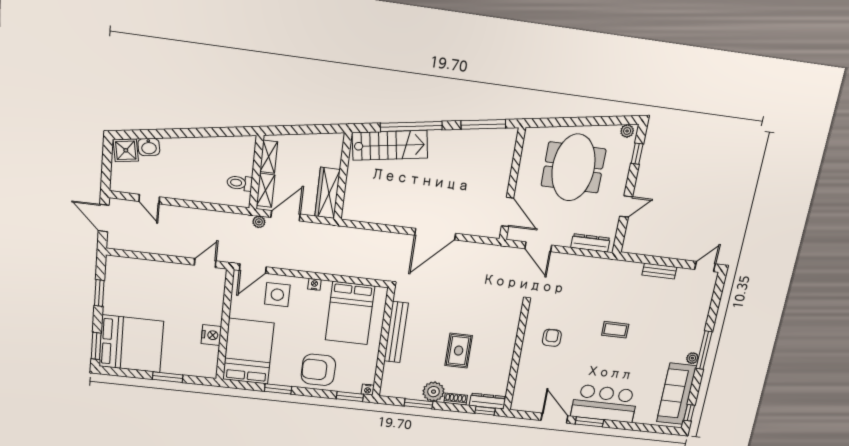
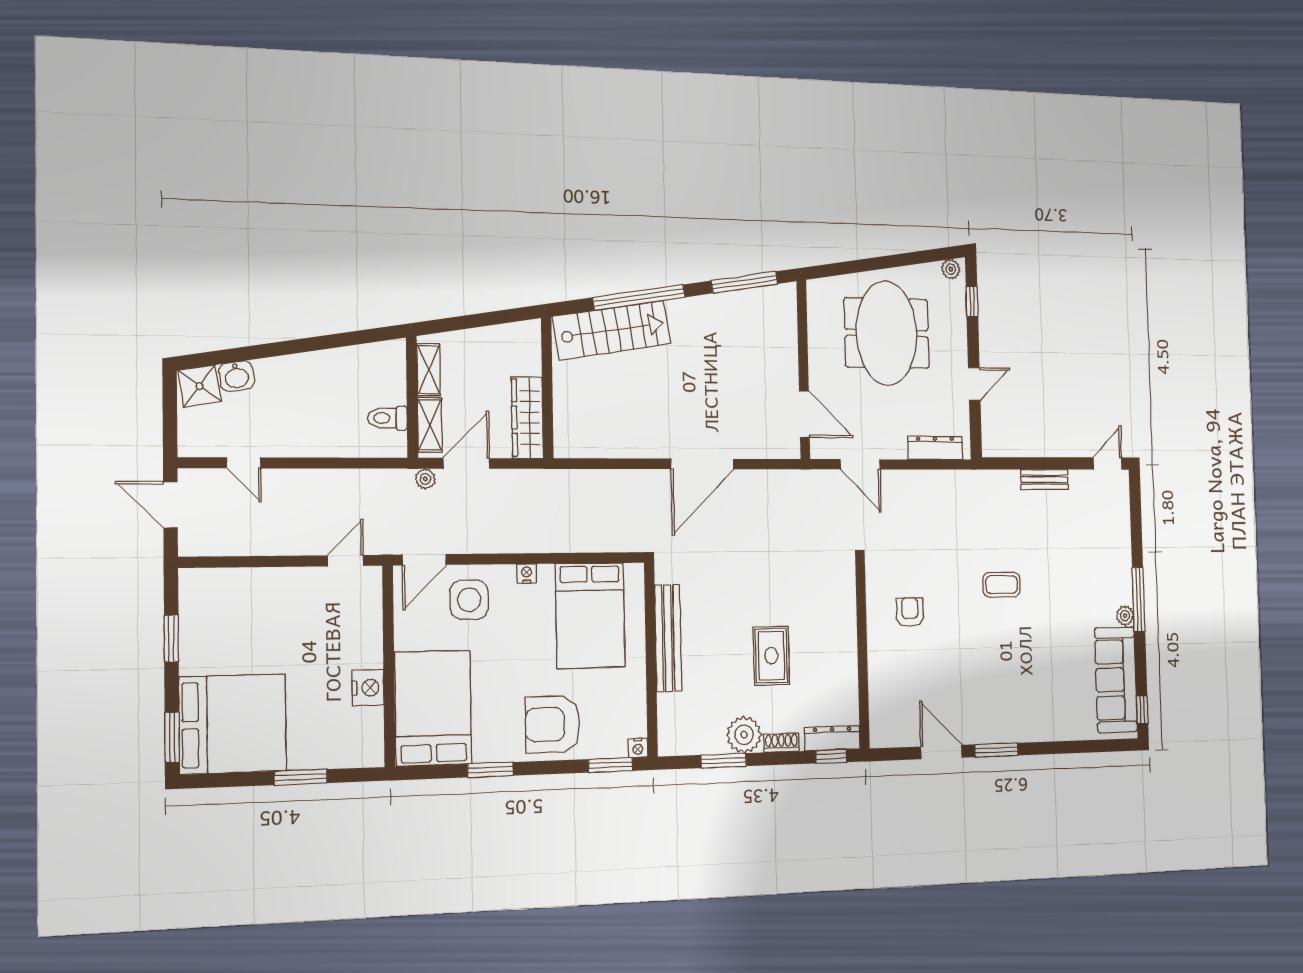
bar counter: (604, 403) -> (1012, 714), removed

